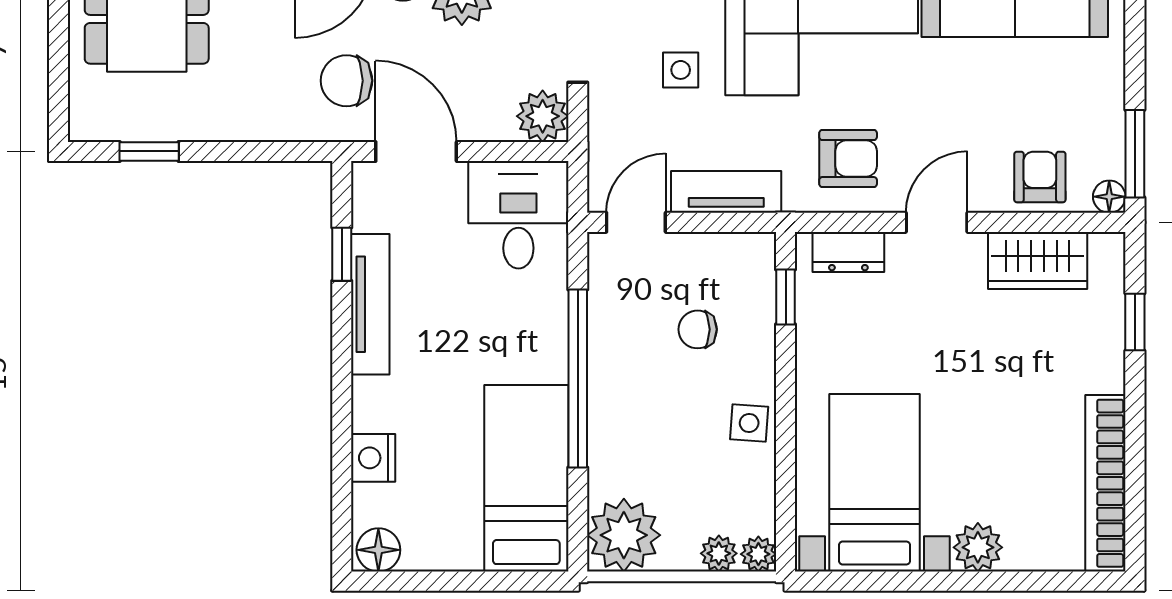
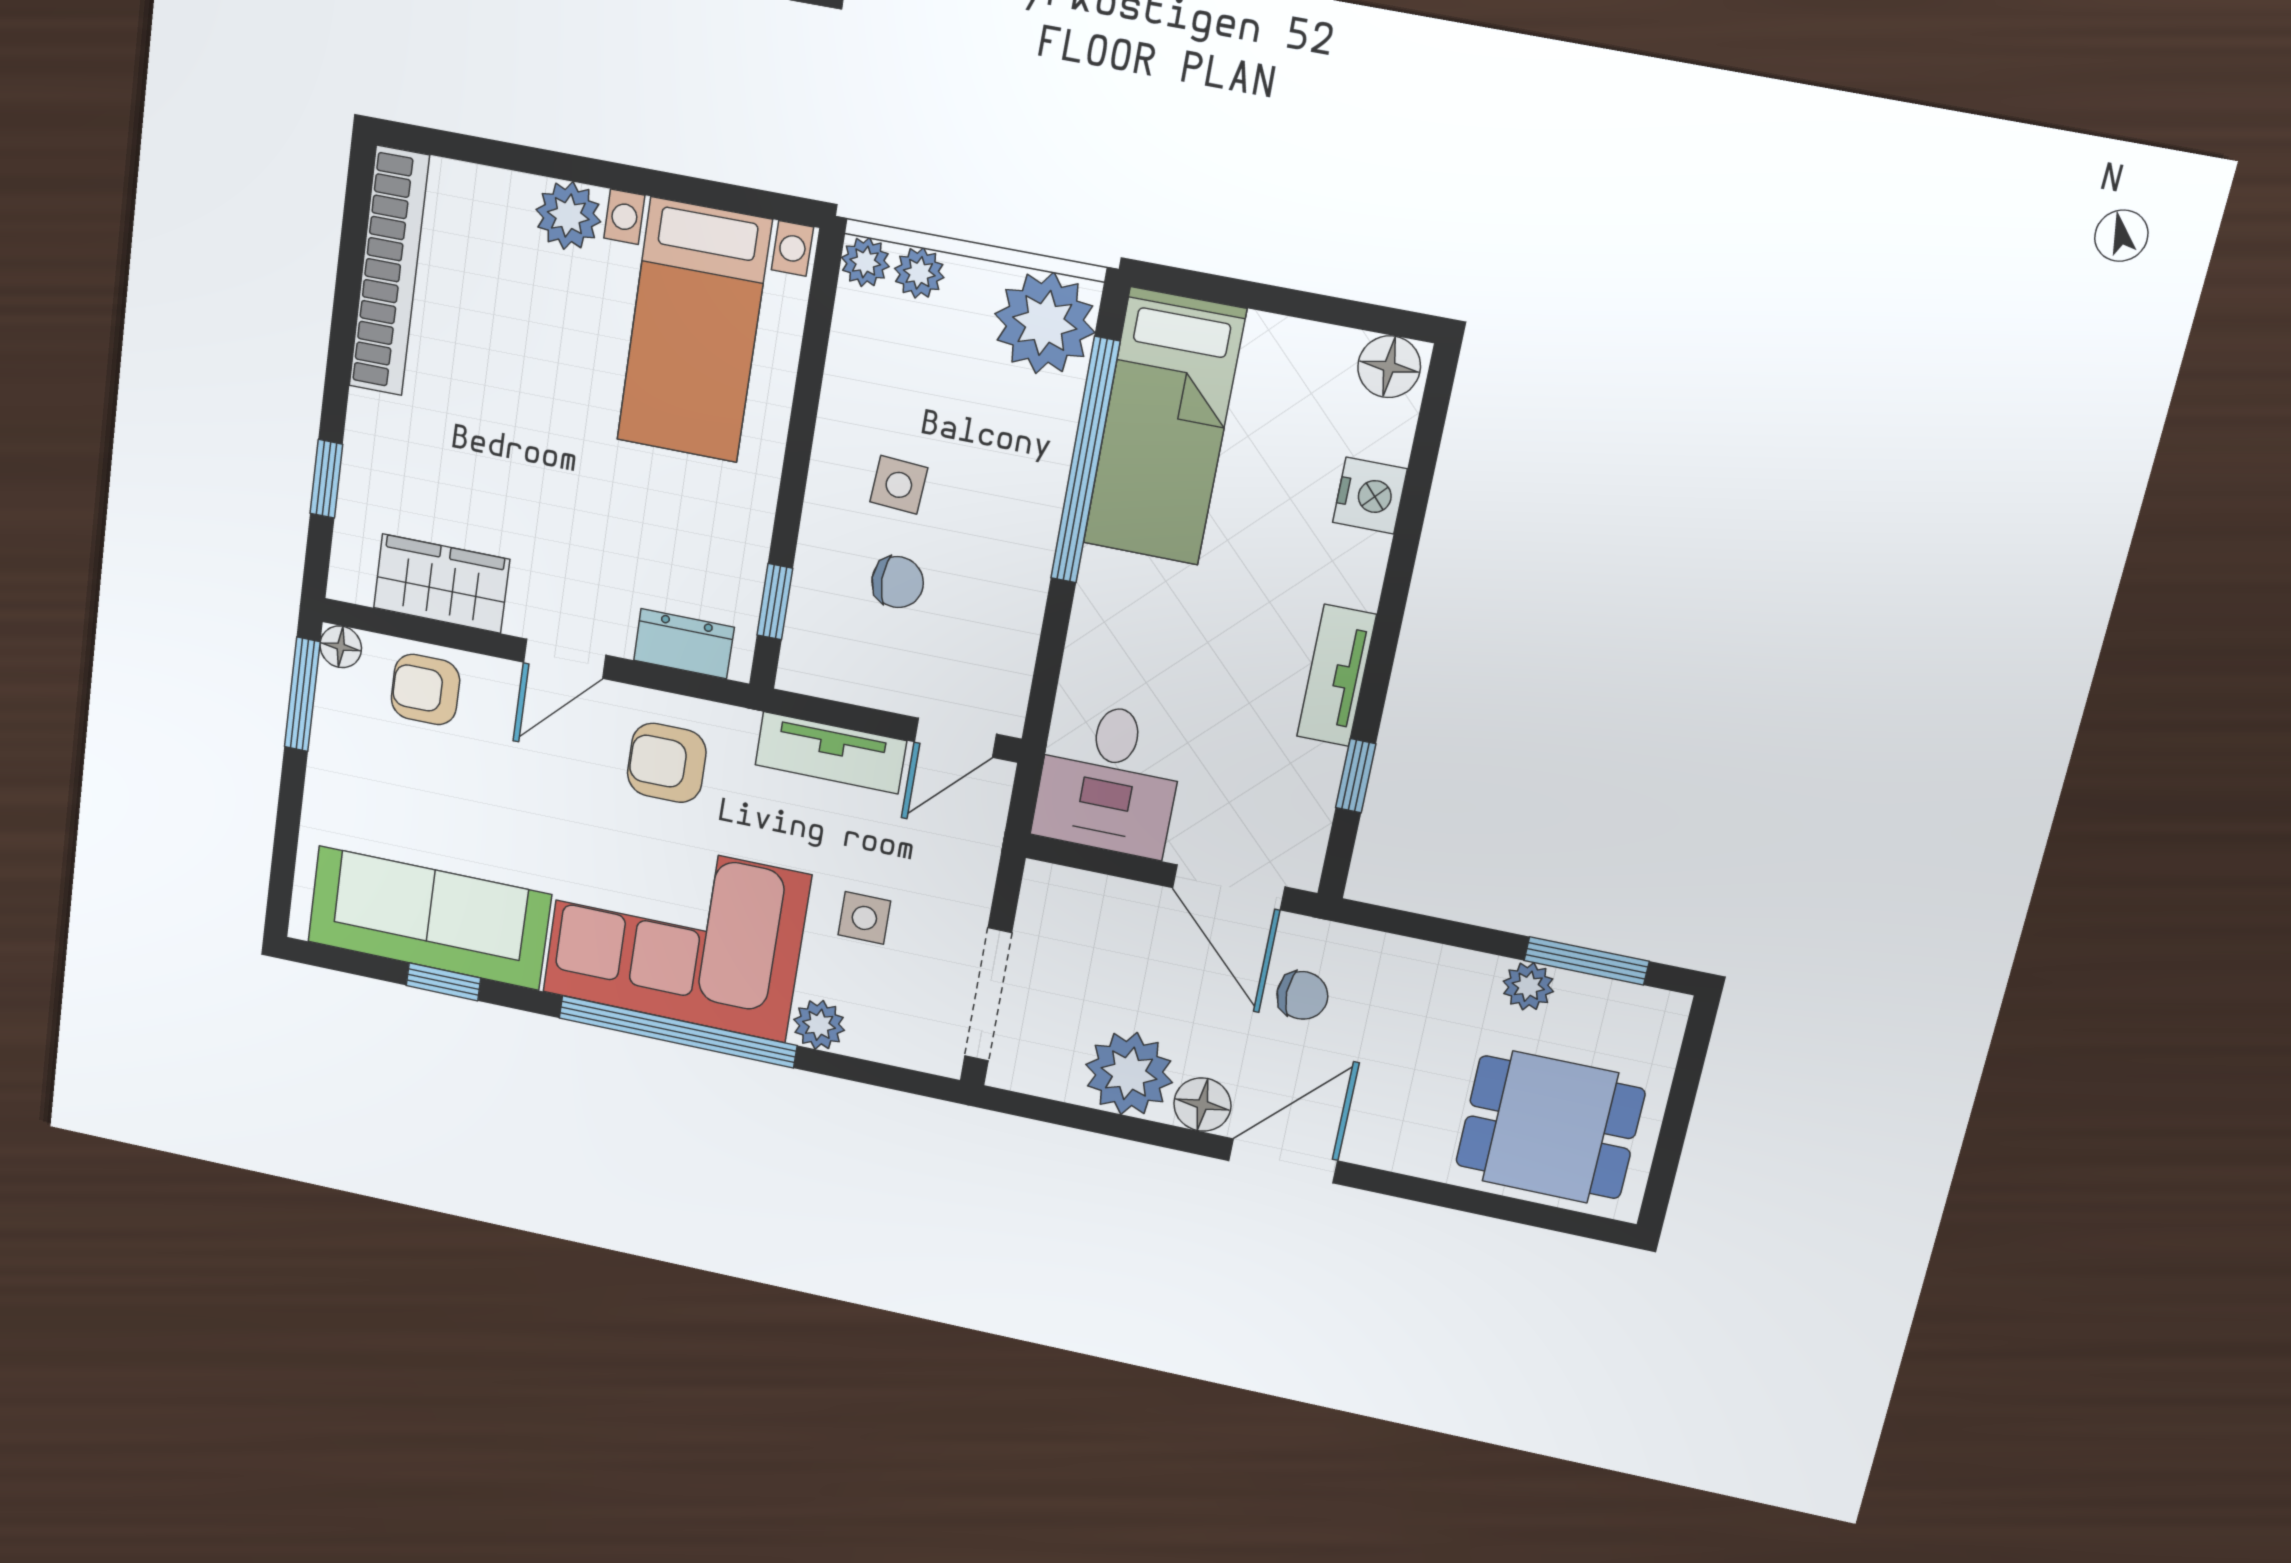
chair: (346, 81) -> (1302, 995), width x0.73, depth x0.73
plant: (543, 116) -> (1528, 986), moved, width x0.73, depth x0.73
window: (149, 151) -> (1586, 961), width x1.50
armchair: (1040, 177) -> (425, 690), turned 90
tv unit: (370, 304) -> (1336, 676), width x0.71
window: (578, 379) -> (1085, 461), moved
side table: (749, 423) -> (899, 485), moved

